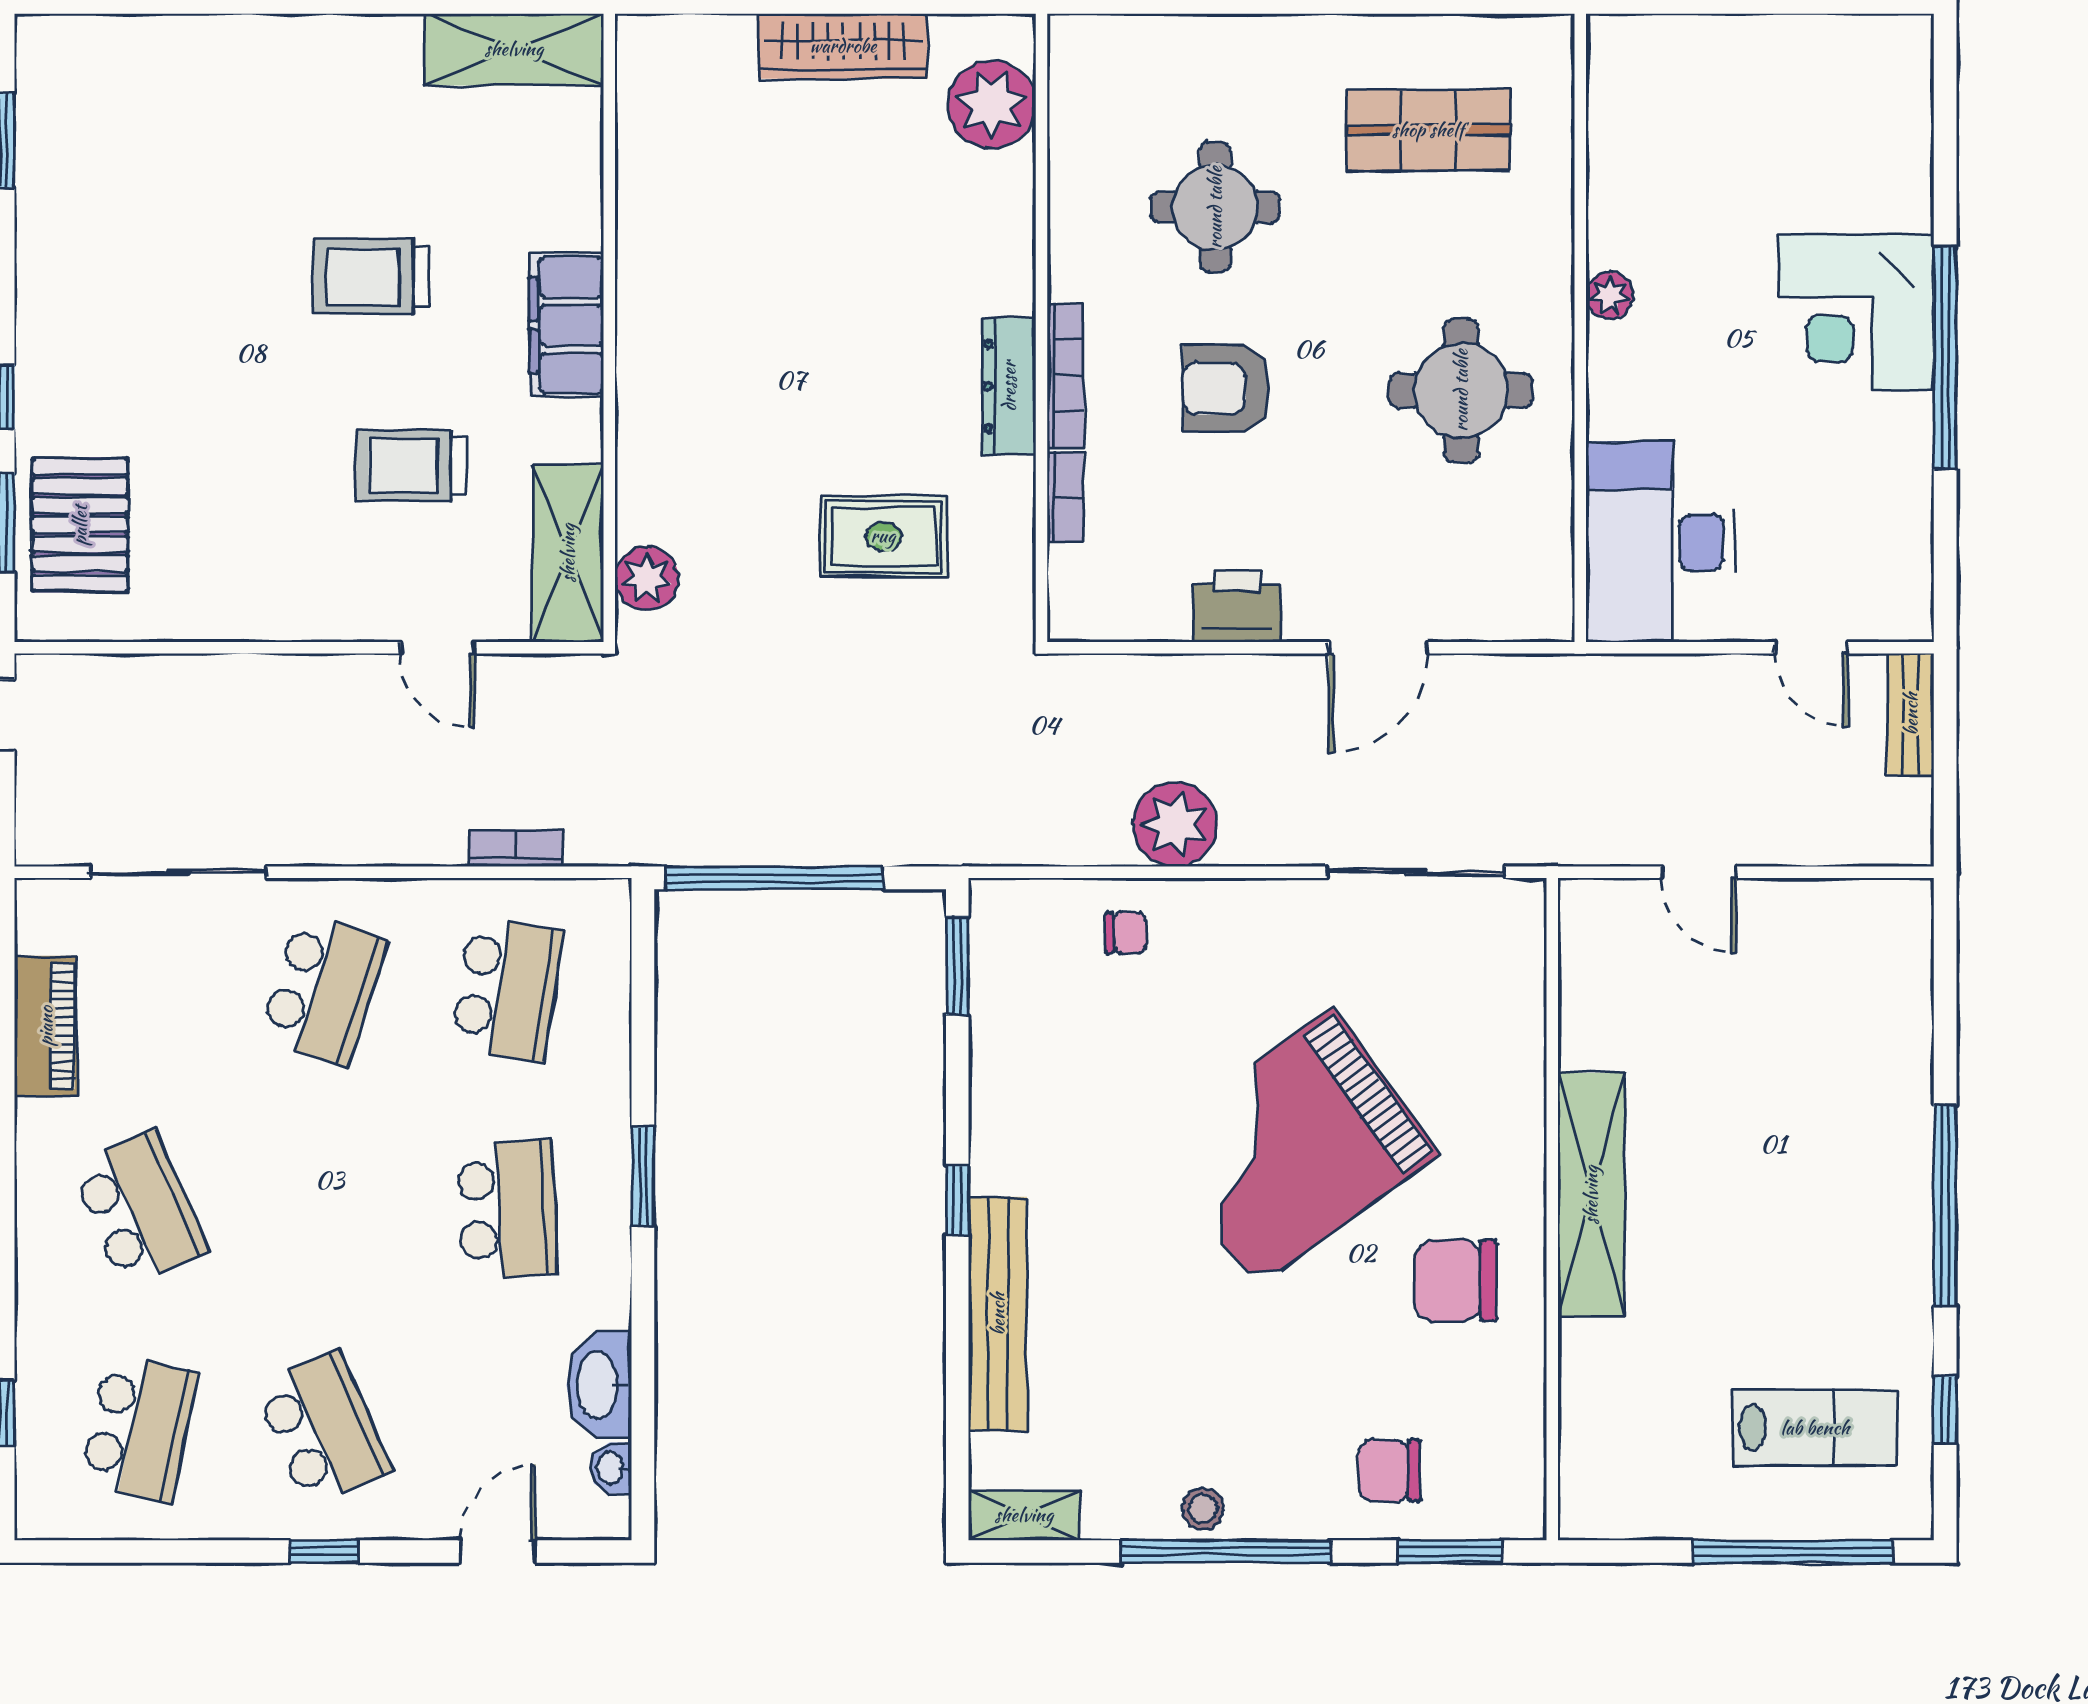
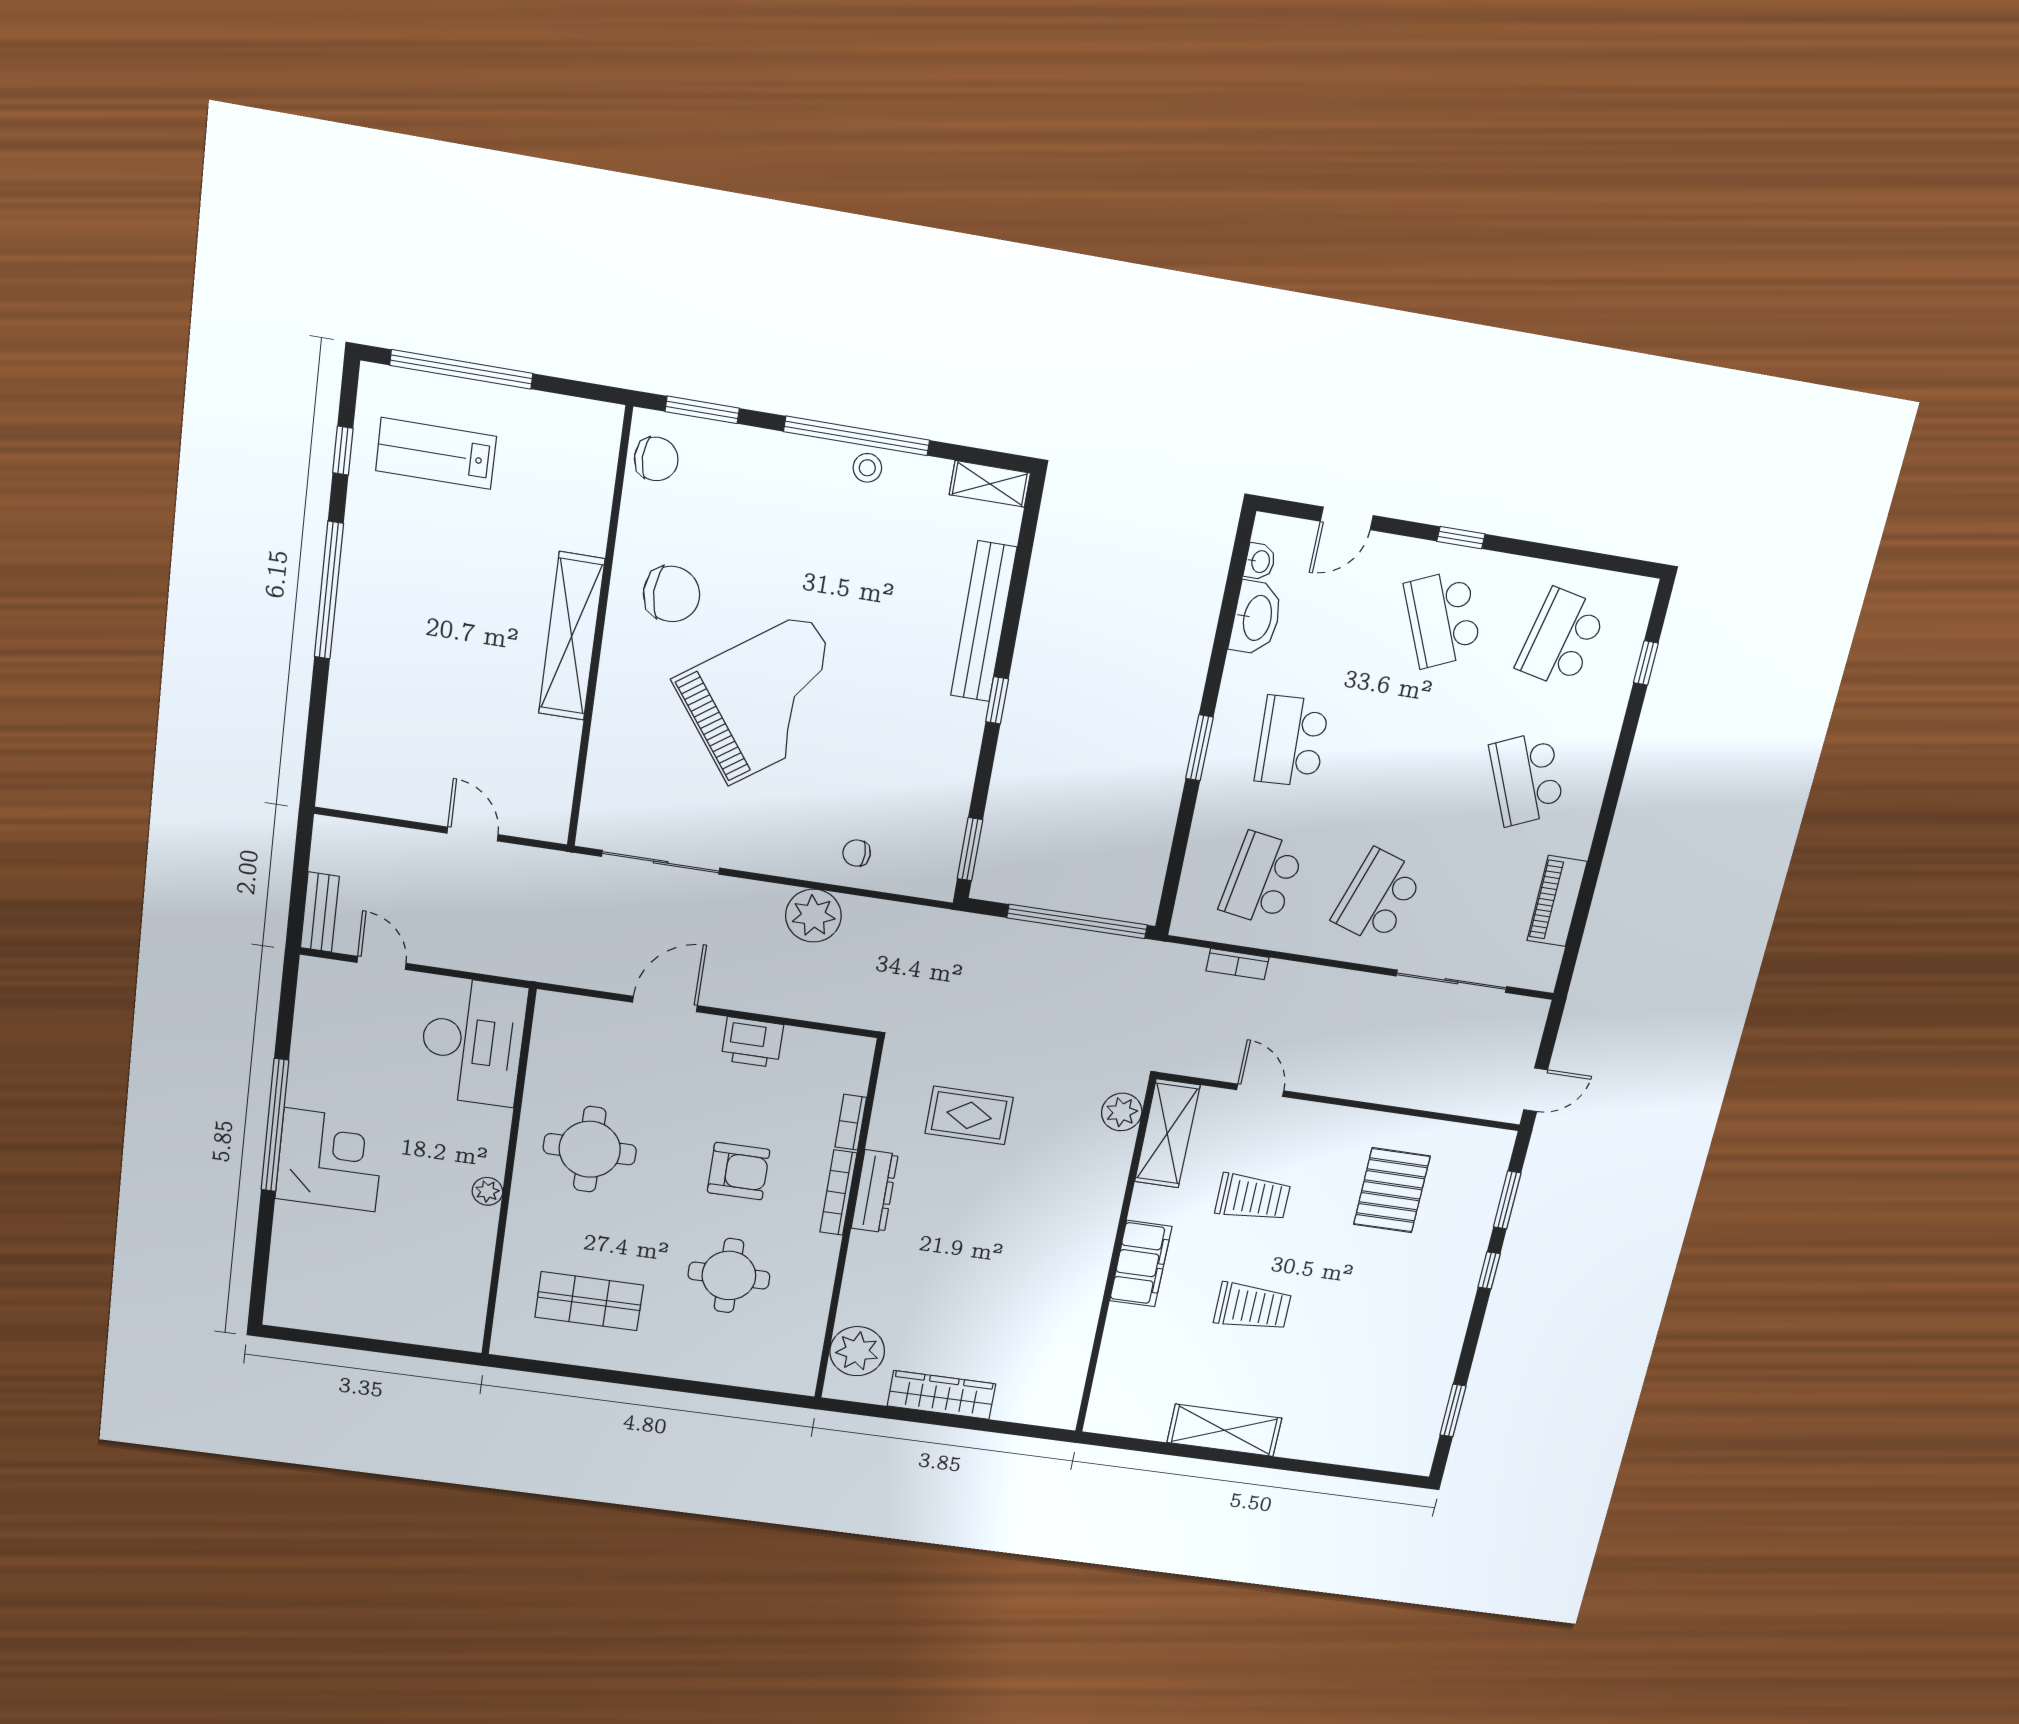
shelving: (514, 49) -> (1224, 1430), moved
pallet: (80, 525) -> (1392, 1190), moved
chair: (1389, 1470) -> (656, 459), moved

